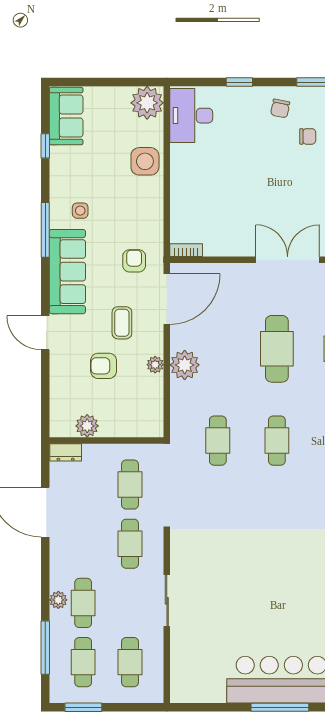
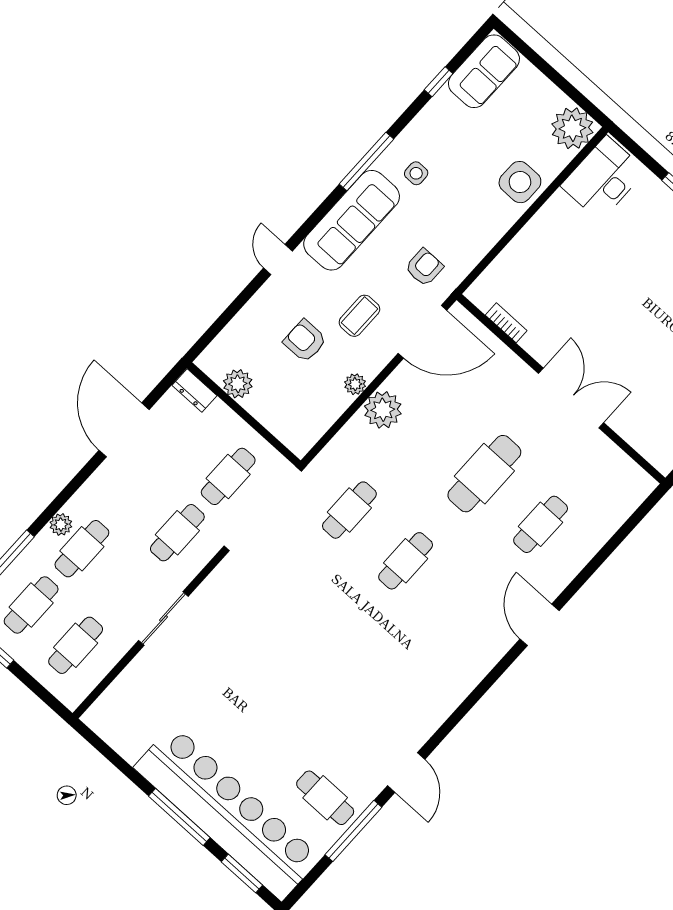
bookcase: (186, 250) -> (506, 323), moved
door: (45, 333) -> (278, 259), width x0.73

